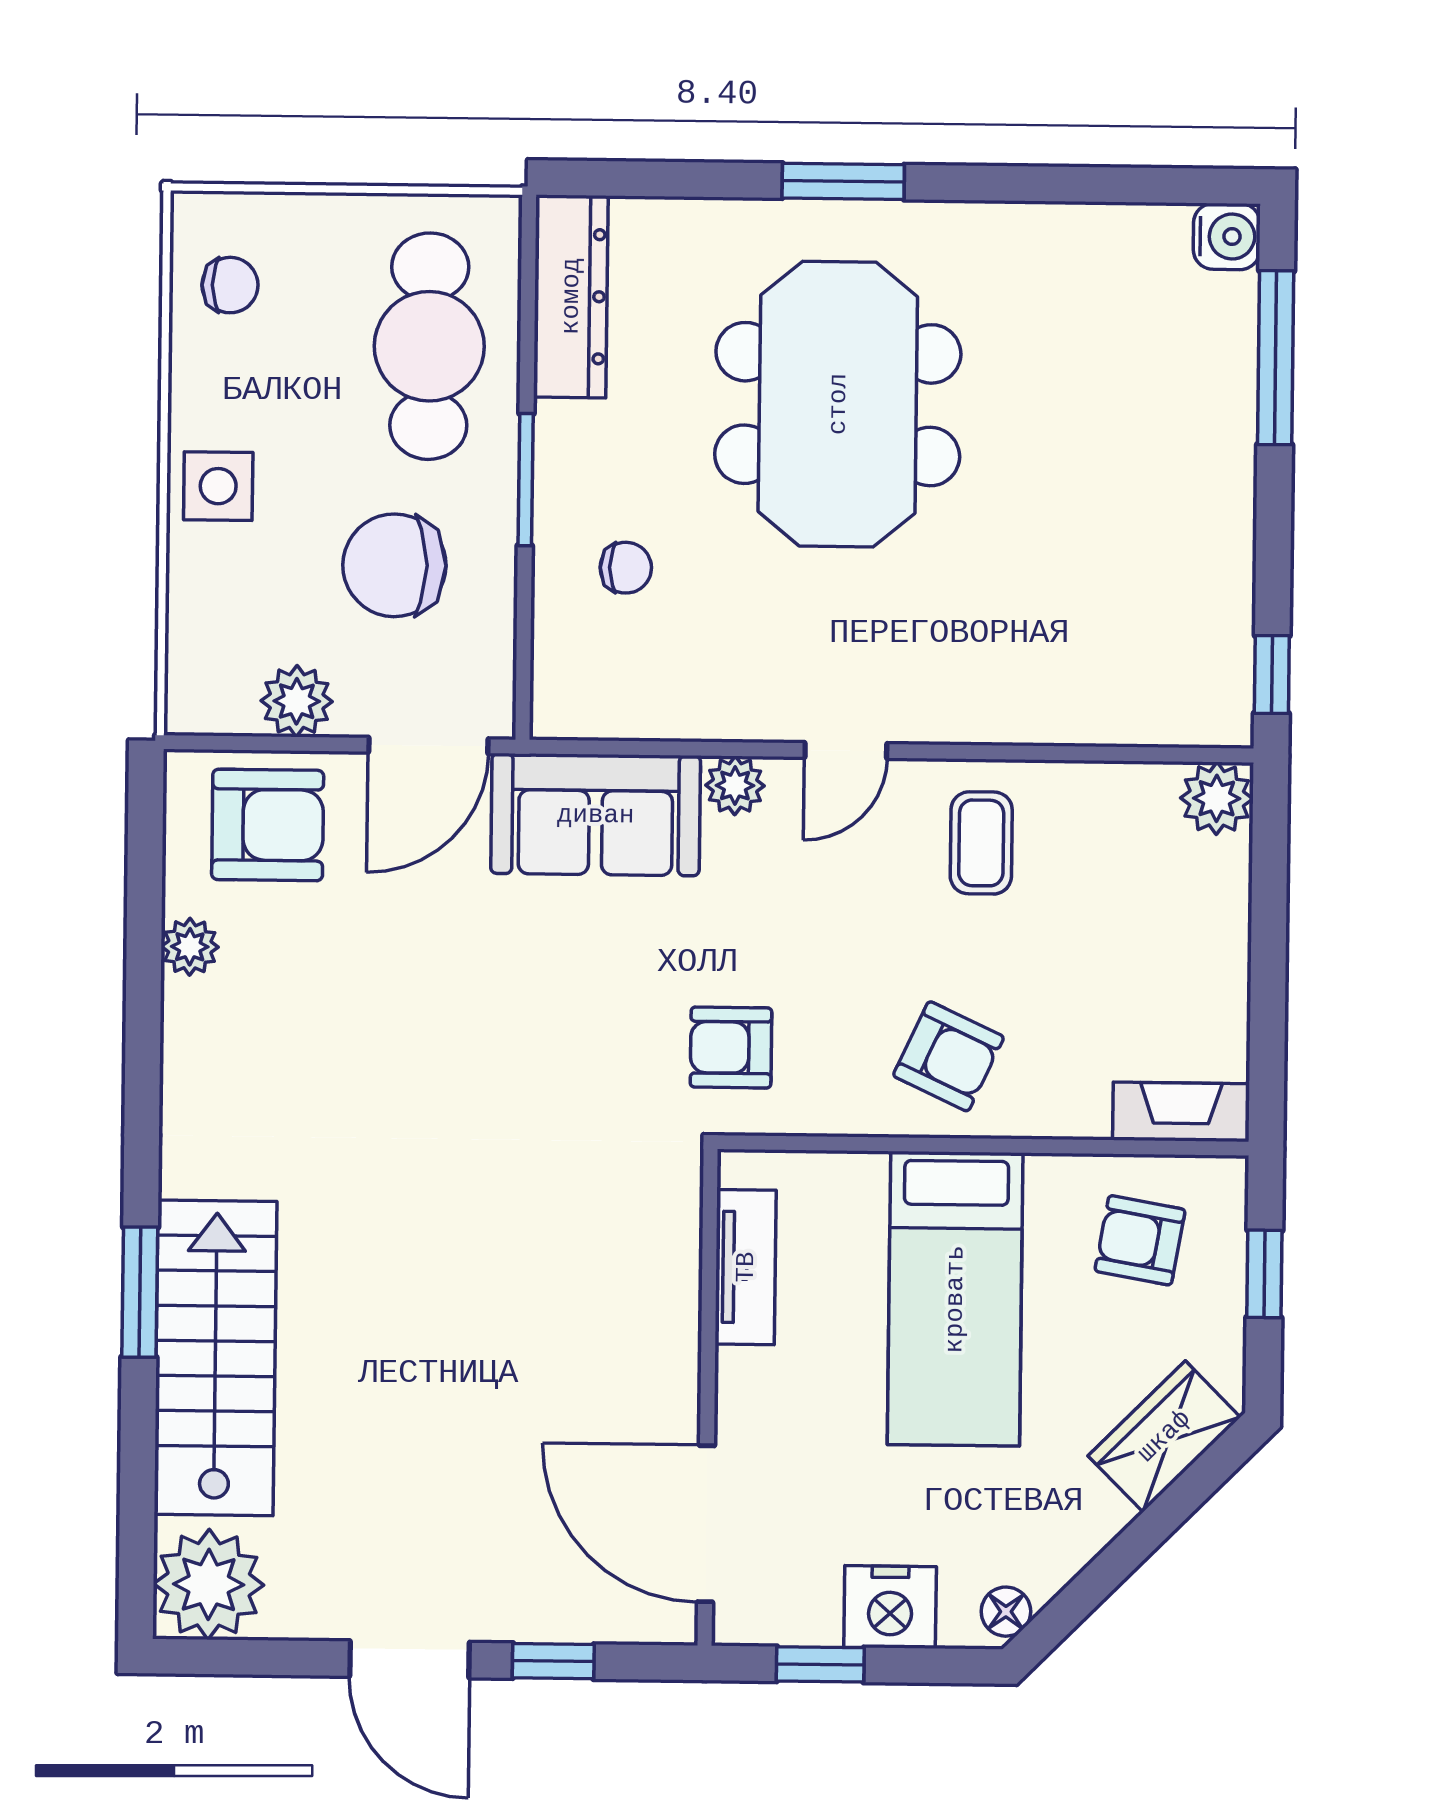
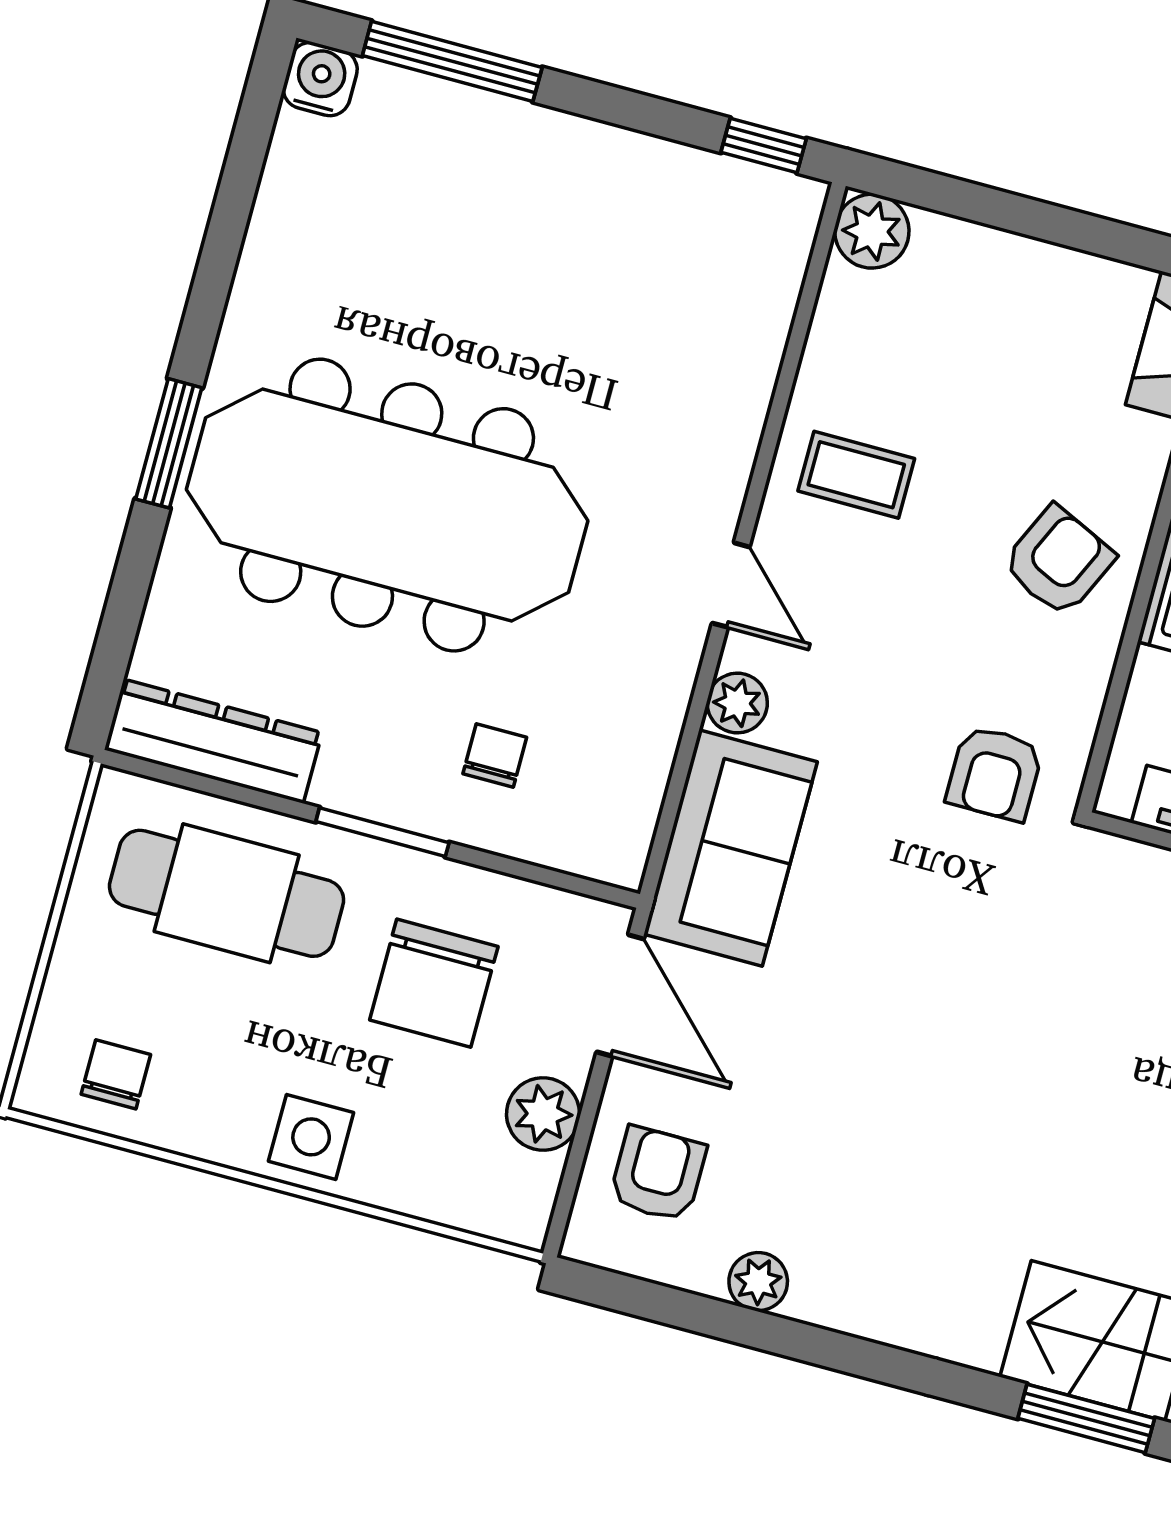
meeting table: (838, 404) -> (387, 505), width x1.36
armchair: (268, 825) -> (658, 1174), width x0.72, depth x0.72

